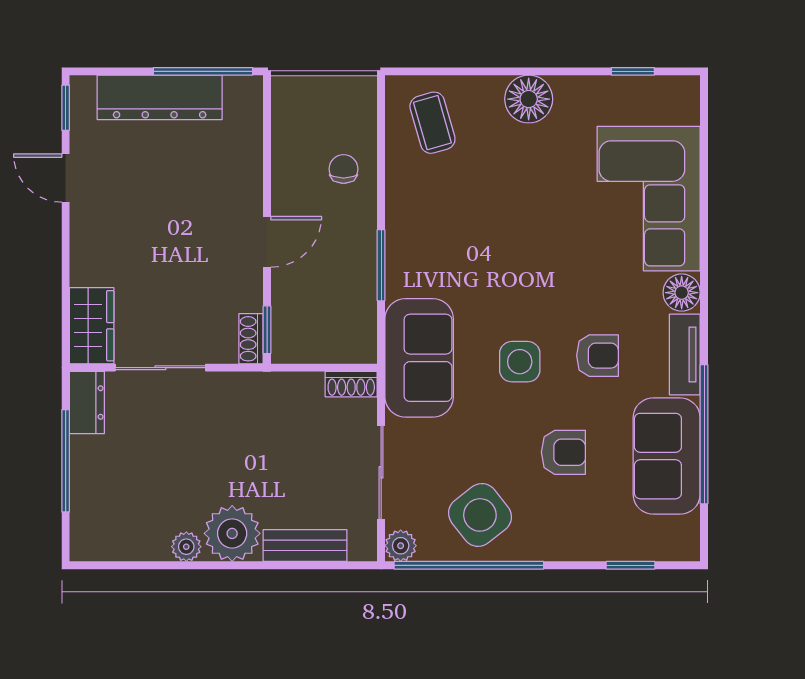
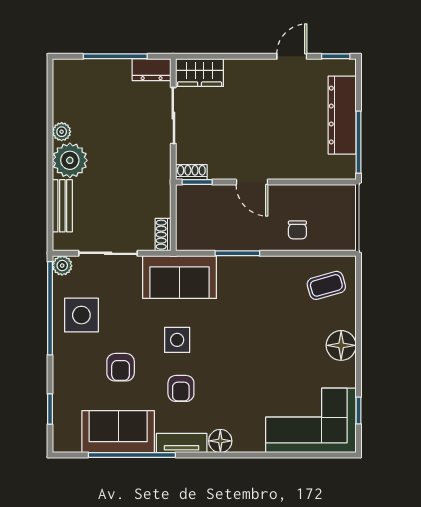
chair: (344, 169) -> (297, 230), turned 90
corner sofa: (649, 199) -> (311, 420), moved
side table: (480, 515) -> (81, 315), turned 38

